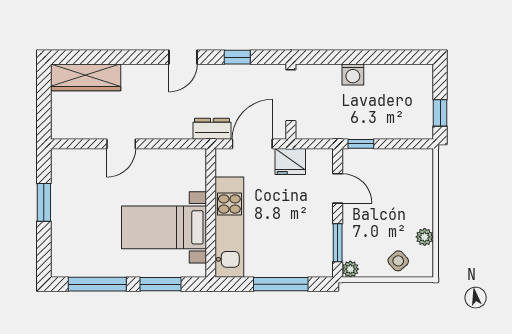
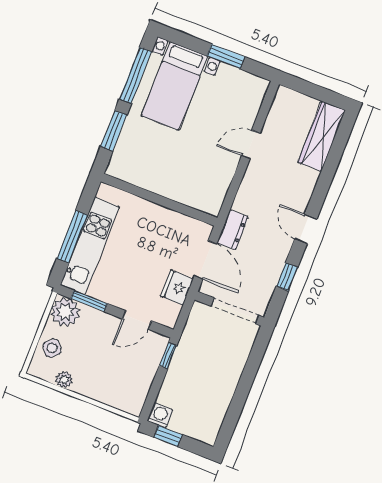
washing machine: (353, 74) -> (160, 415), moved, turned 90
door: (121, 144) -> (251, 145), hinge flipped
bed with nightstands: (164, 227) -> (174, 86), moved, turned 180
kitchen unit: (229, 227) -> (90, 246), moved, turned -90
plant: (350, 269) -> (65, 312), width x1.87, depth x1.87

